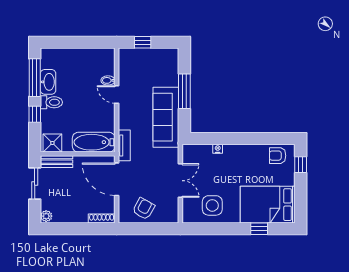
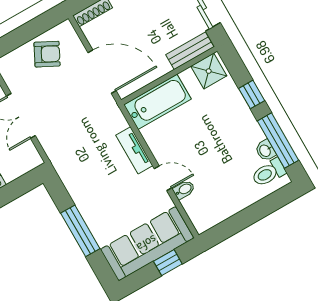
washbasin: (48, 82) -> (265, 151), width x0.52, depth x0.69
toilet: (51, 102) -> (269, 173), moved
sofa: (166, 117) -> (147, 244), moved, turned -90
tv unit: (124, 145) -> (134, 150), moved
armchair: (144, 209) -> (47, 54), turned -92

